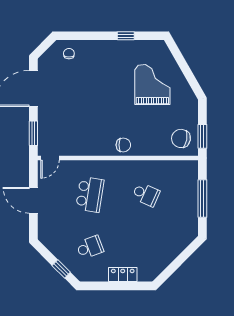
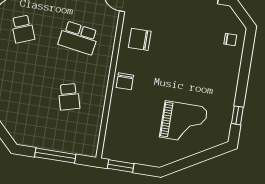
window: (126, 36) -> (237, 115), moved
chair: (181, 138) -> (140, 39), moved, turned -100
school desk: (146, 194) -> (69, 97), turned -39

